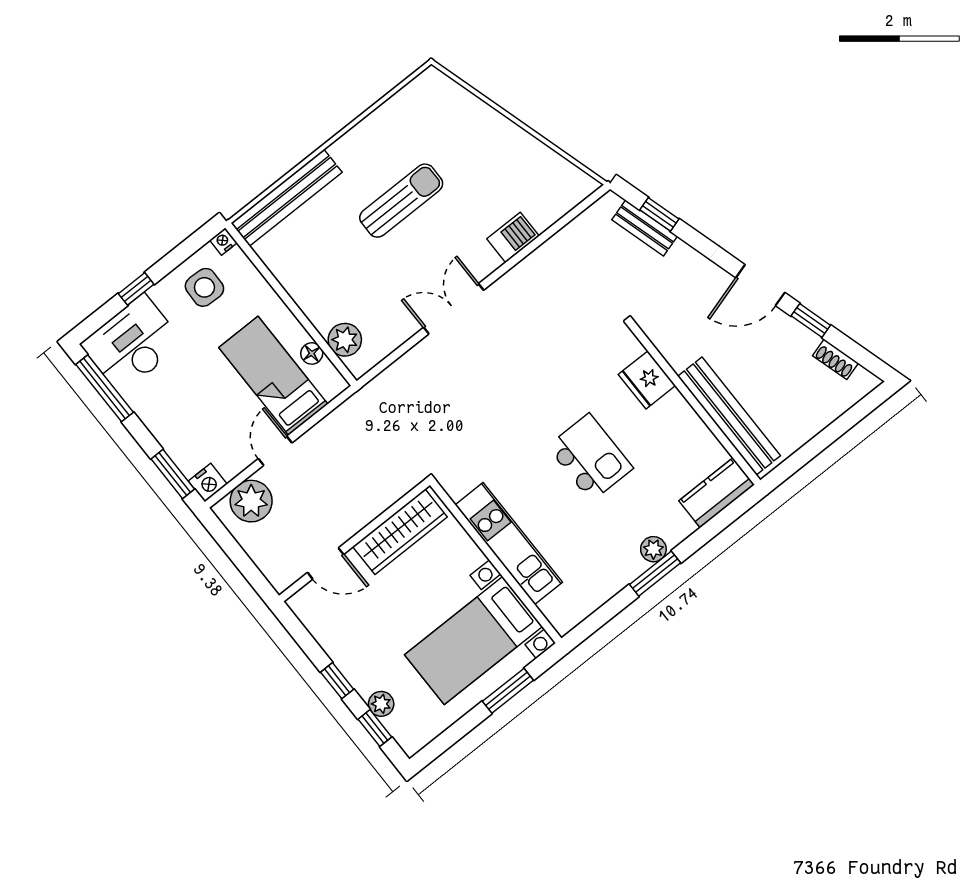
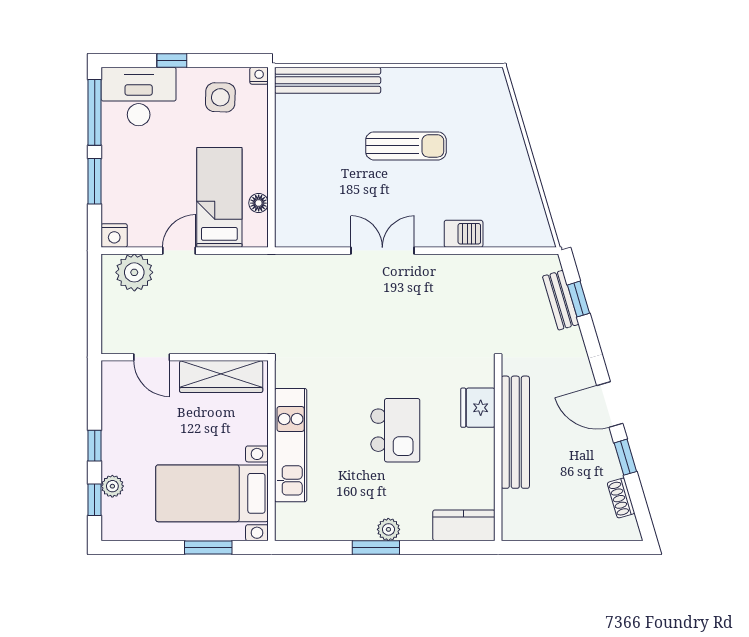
plant: (345, 340) -> (289, 212), removed
bench: (729, 416) -> (515, 432), moved
window: (173, 474) -> (95, 181), moved

